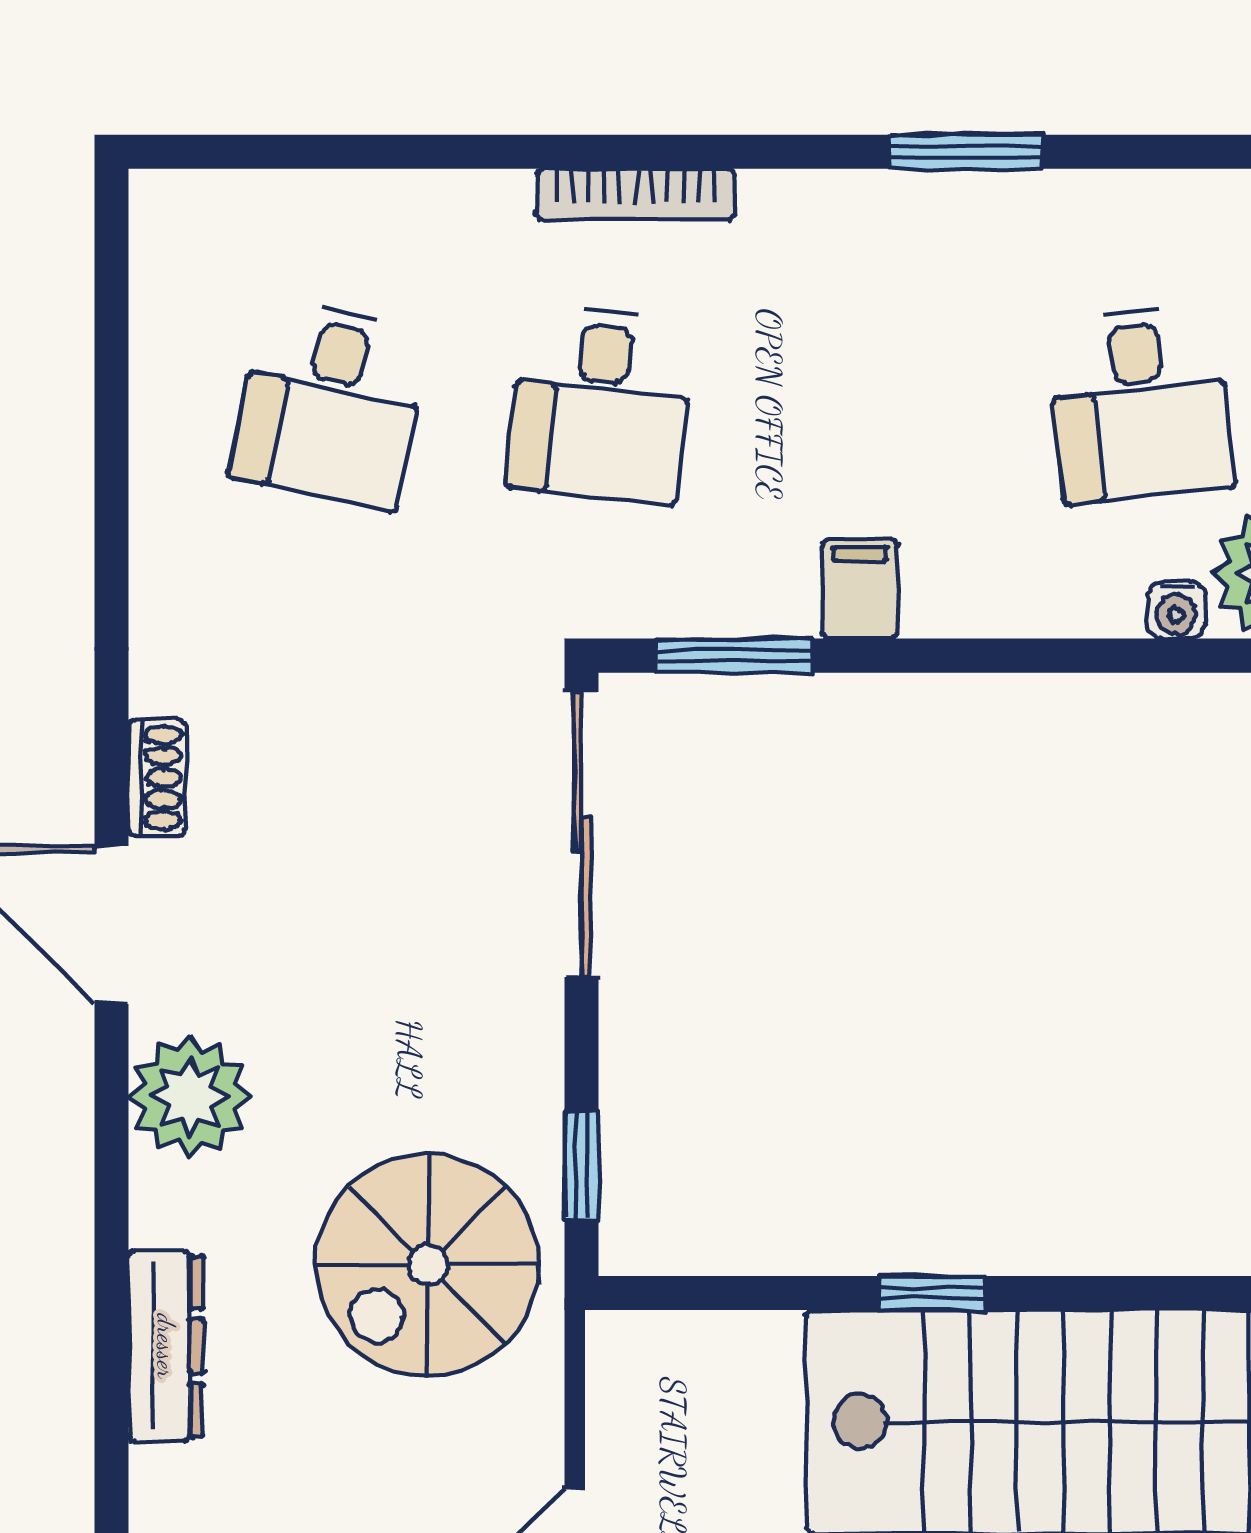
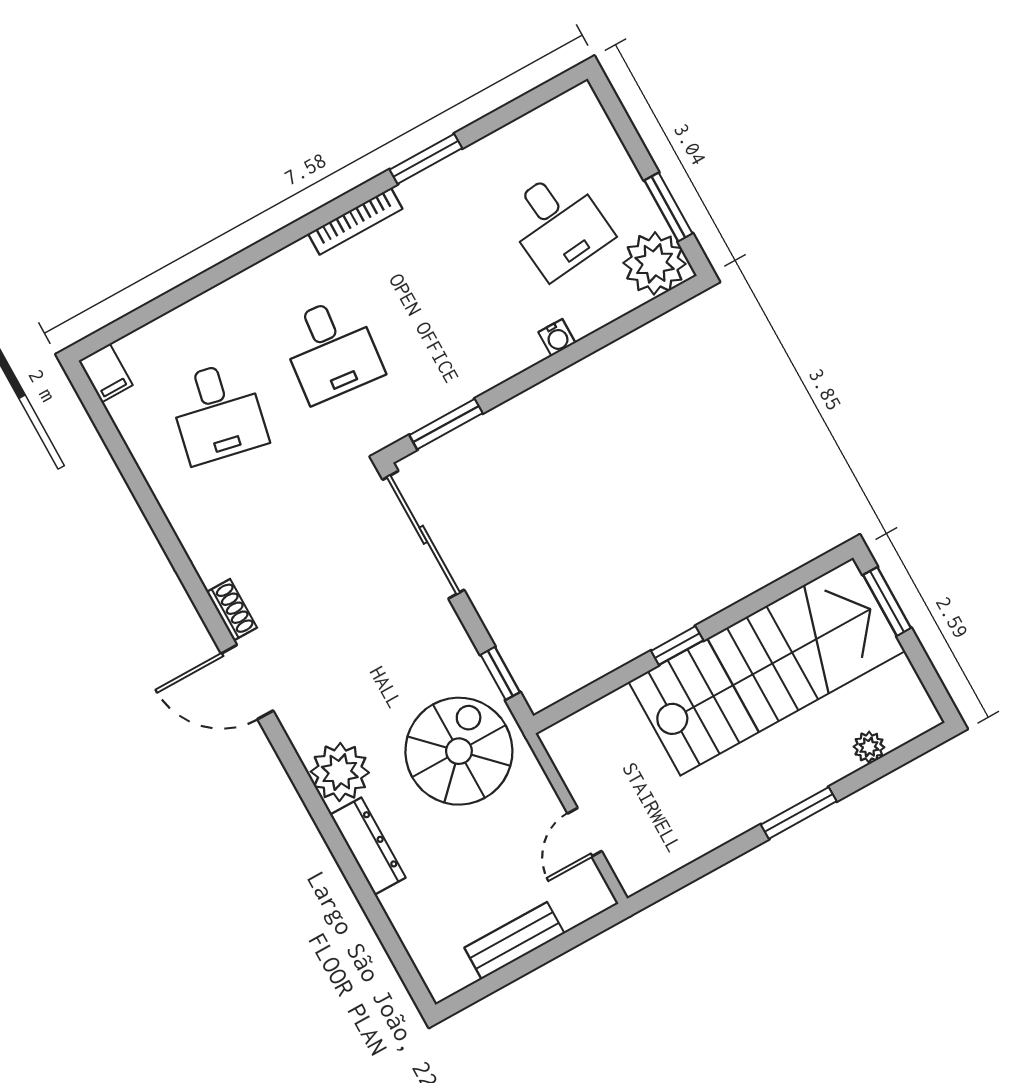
bookcase: (636, 194) -> (355, 221), moved
filing cabinet: (860, 589) -> (106, 373), moved, turned 180
water cooler: (1176, 610) -> (557, 338), moved
plant: (189, 1097) -> (340, 772), moved
spiral stairs: (428, 1265) -> (459, 751), turned 180

